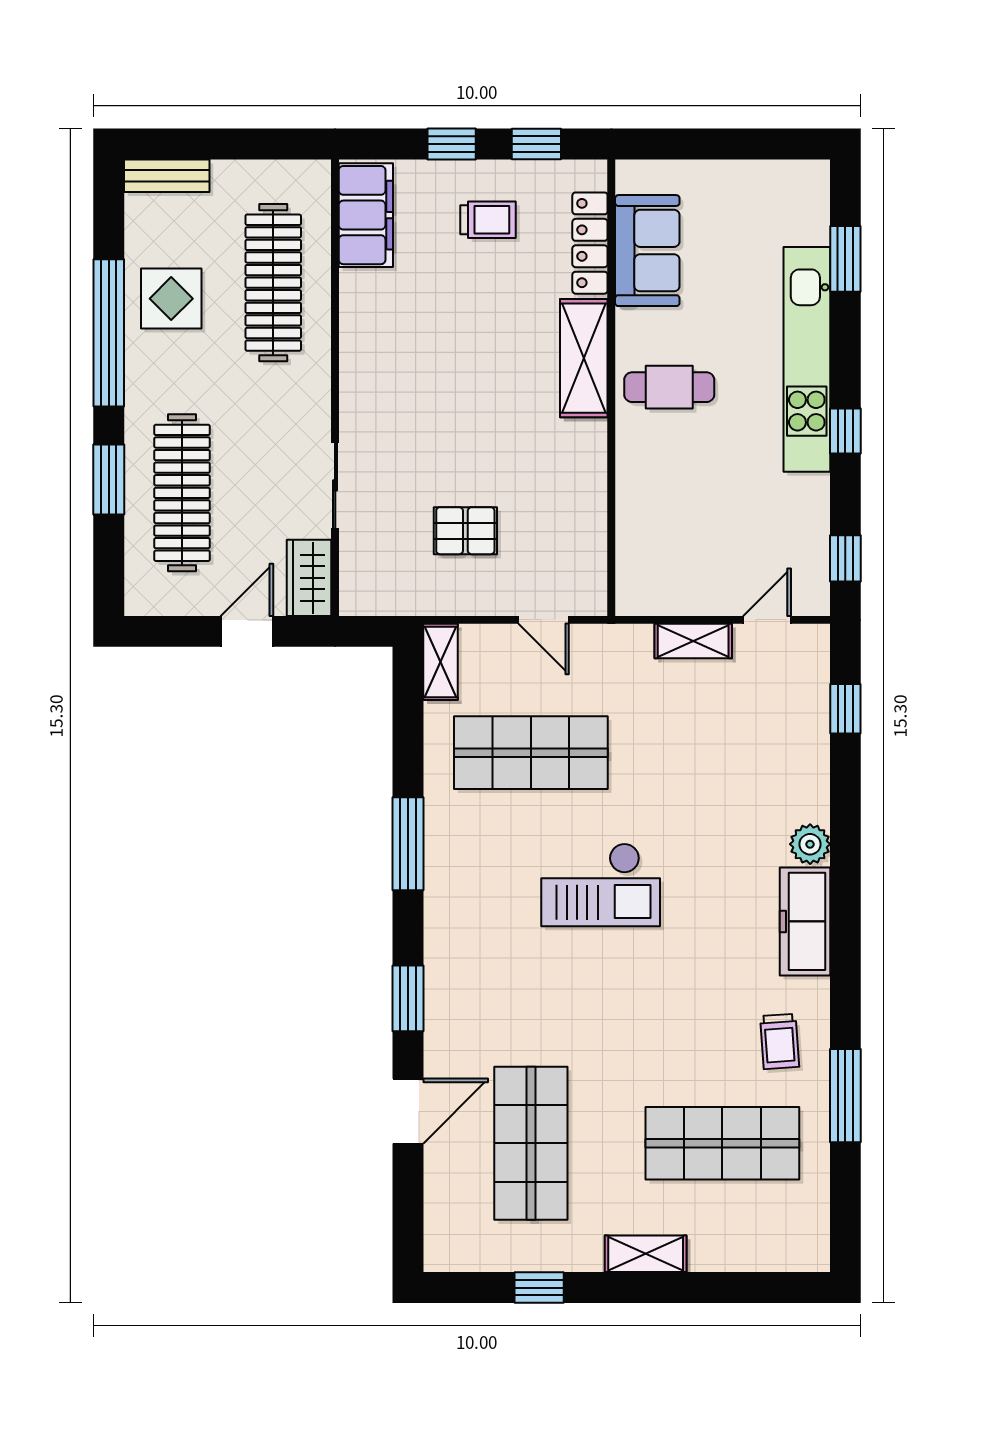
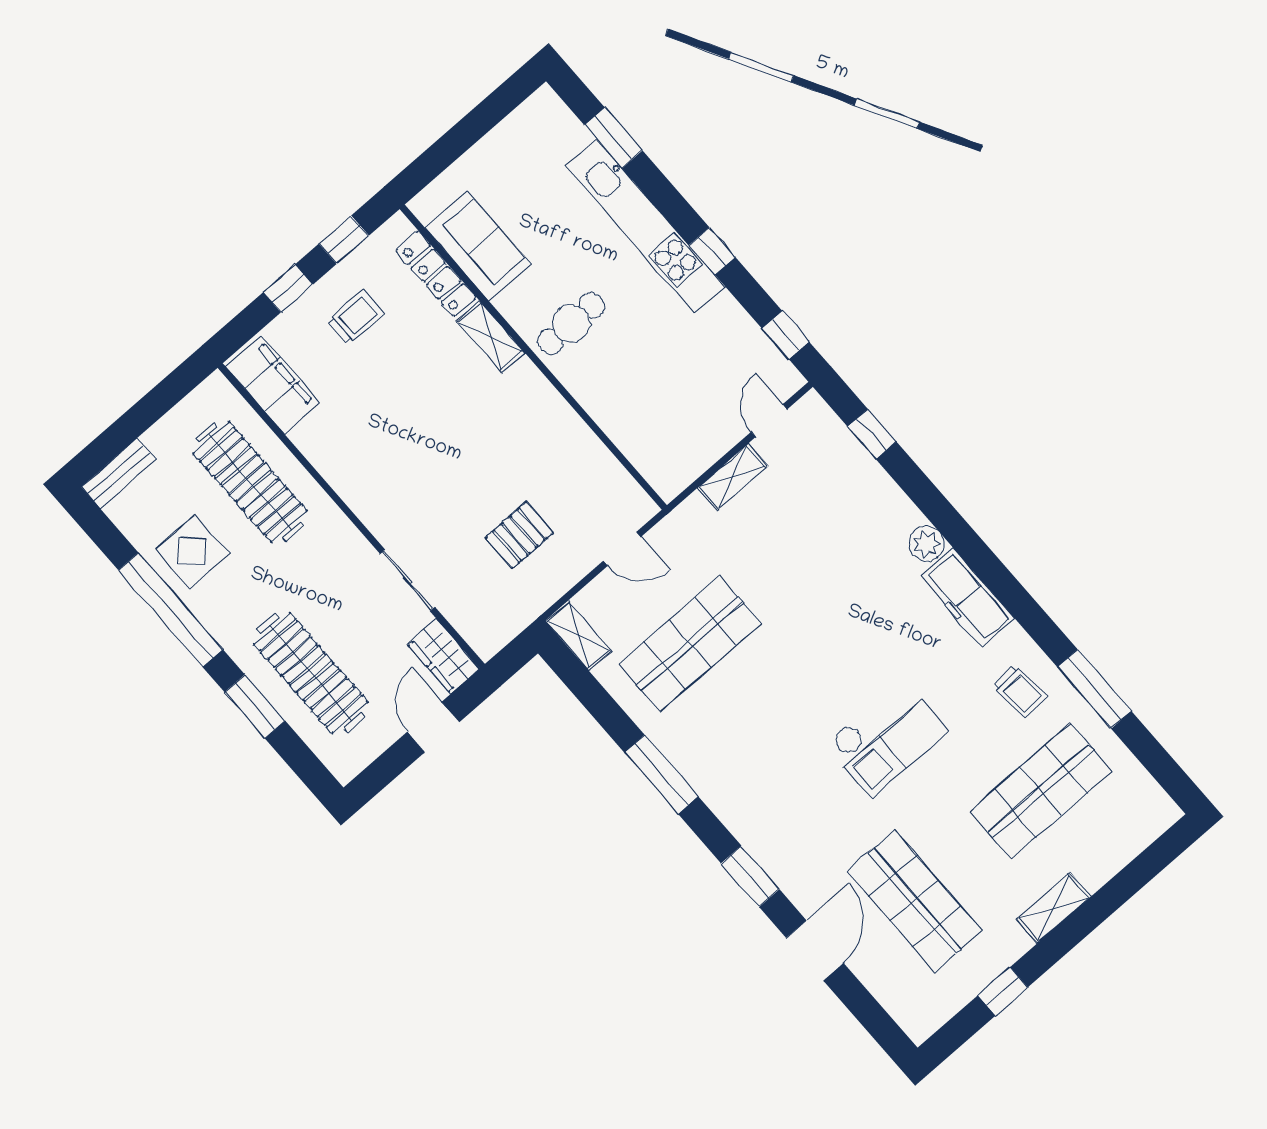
shelving: (584, 358) -> (491, 337), width x0.67, depth x0.75
checkout: (601, 885) -> (886, 738), moved

